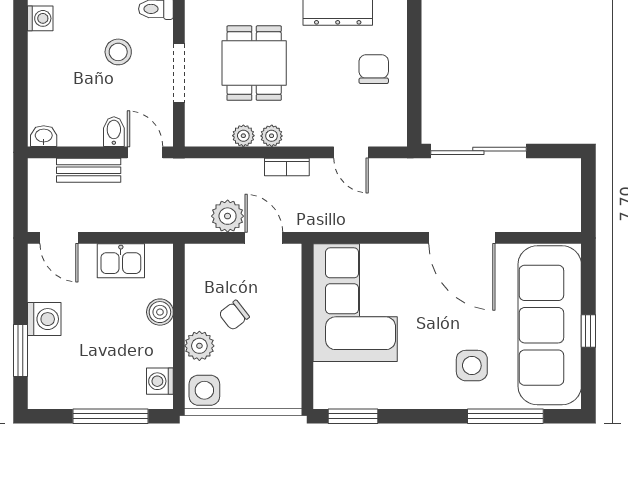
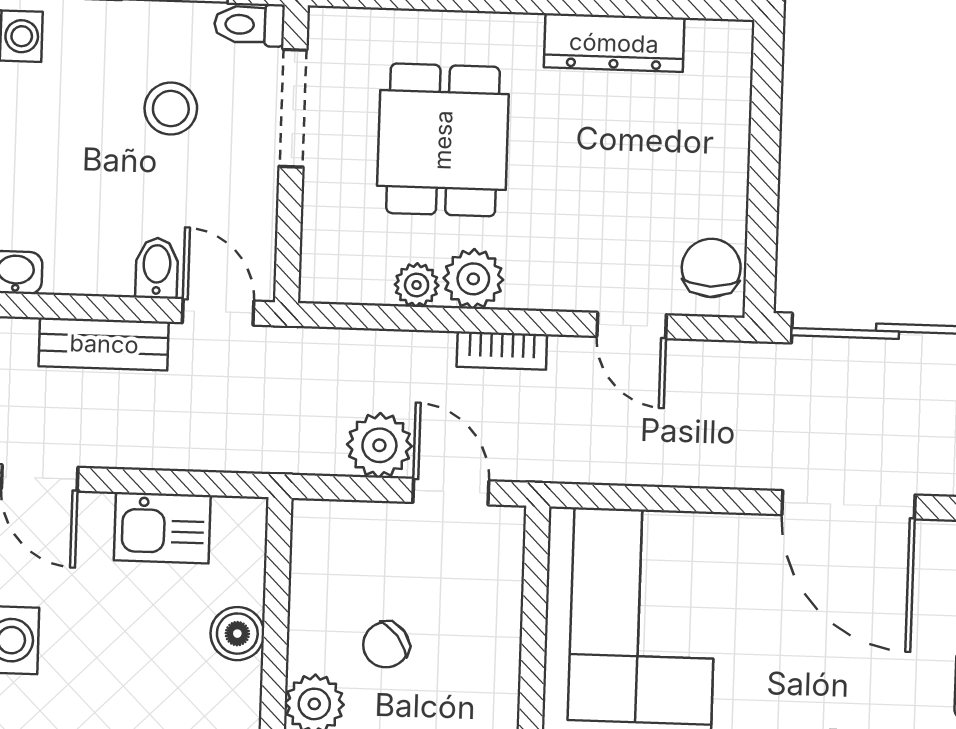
chair: (374, 69) -> (711, 268), moved
doorway: (179, 73) -> (293, 108), moved
plant: (272, 136) -> (473, 279), width x1.38, depth x1.38

